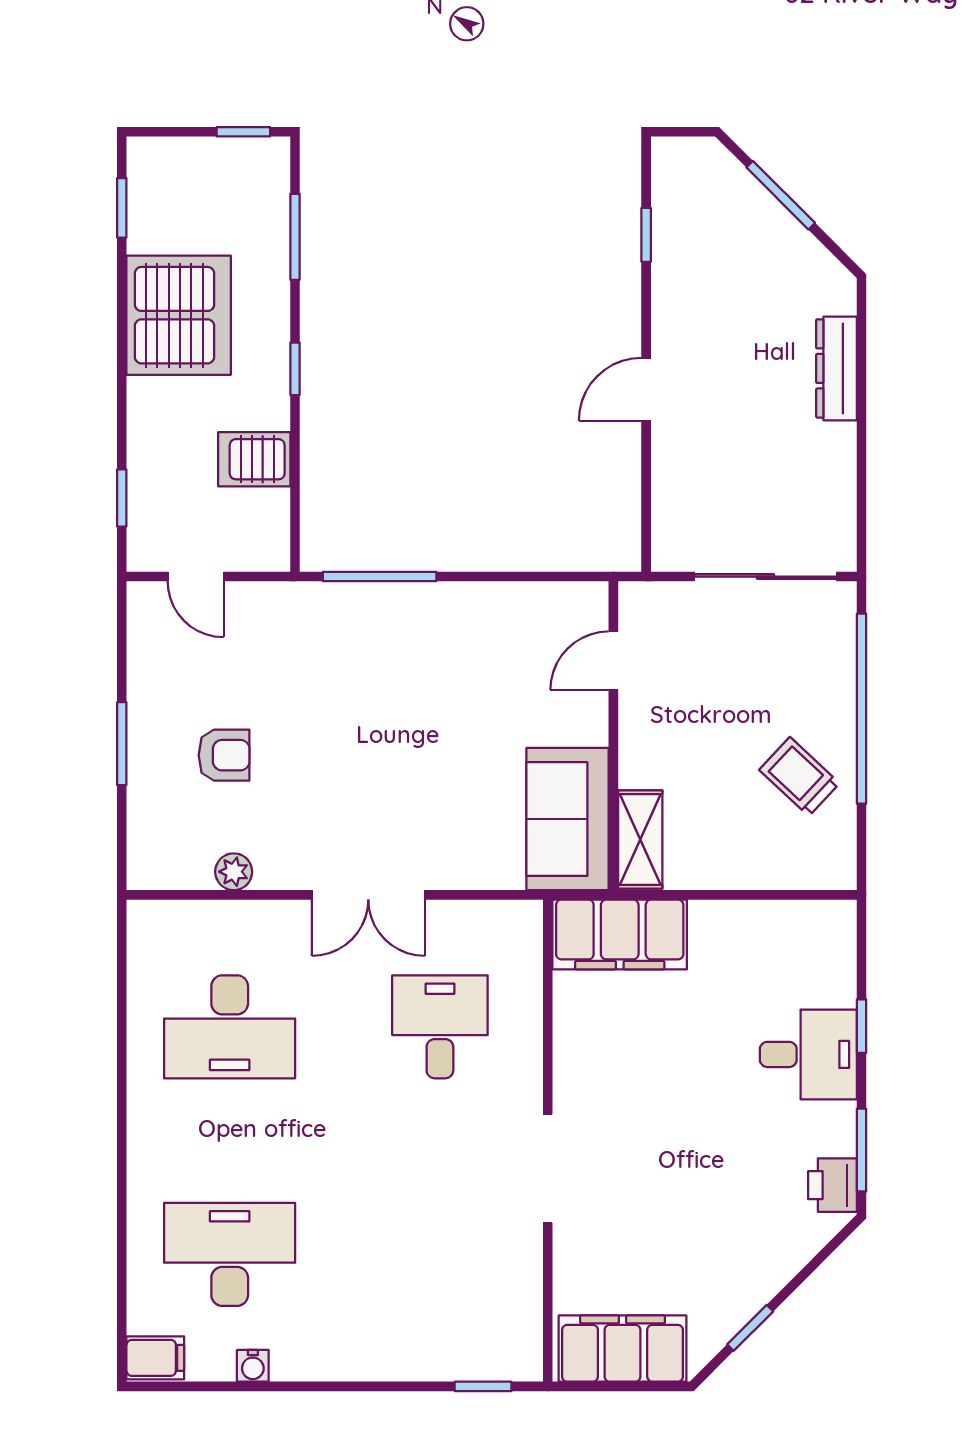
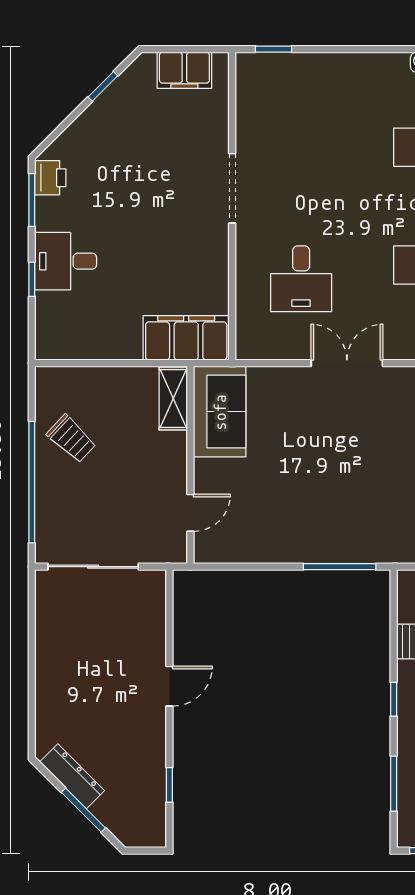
dresser: (836, 368) -> (72, 776), moved, turned -45
filing cabinet: (623, 1349) -> (184, 70), width x0.67, depth x0.86

